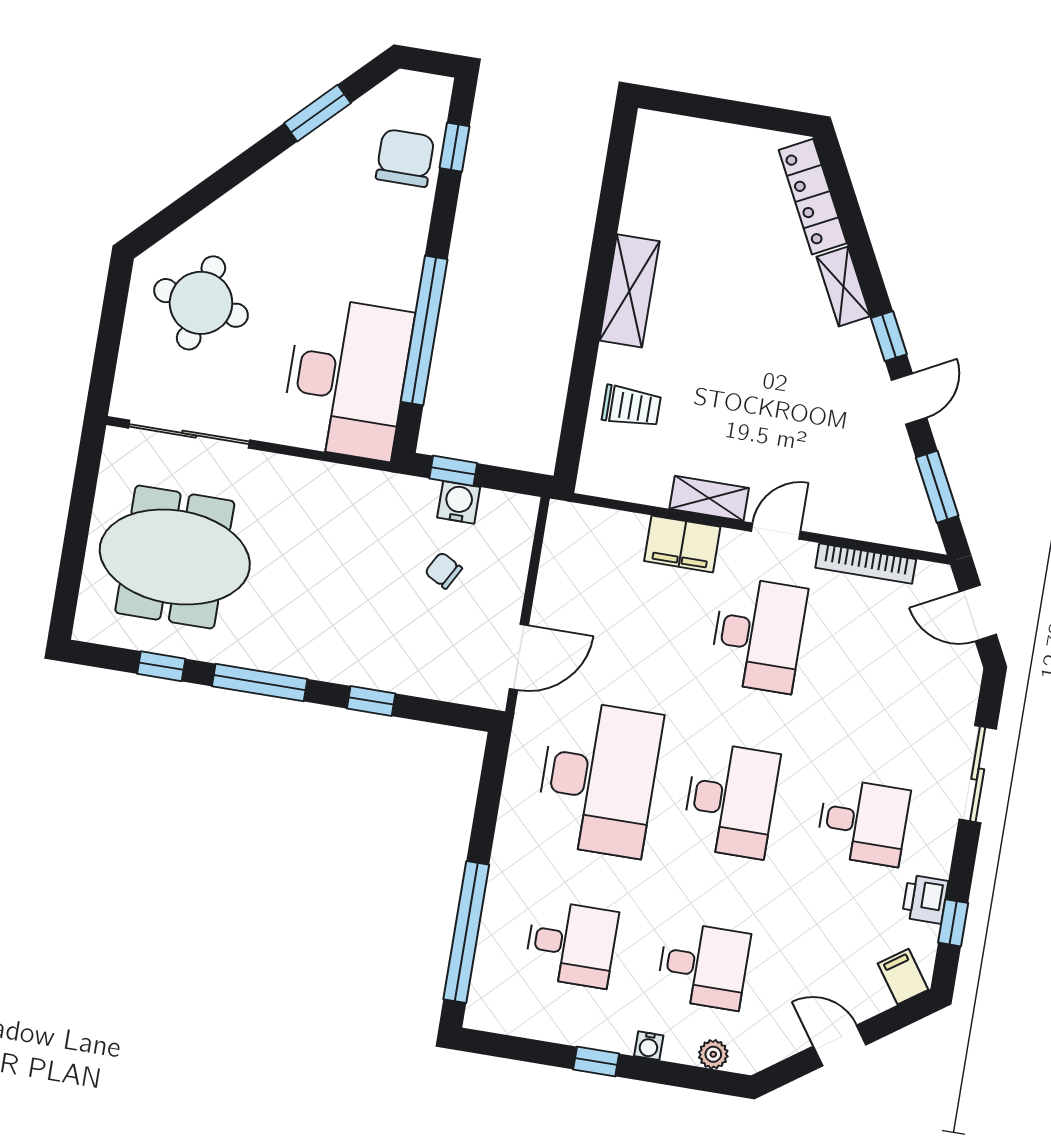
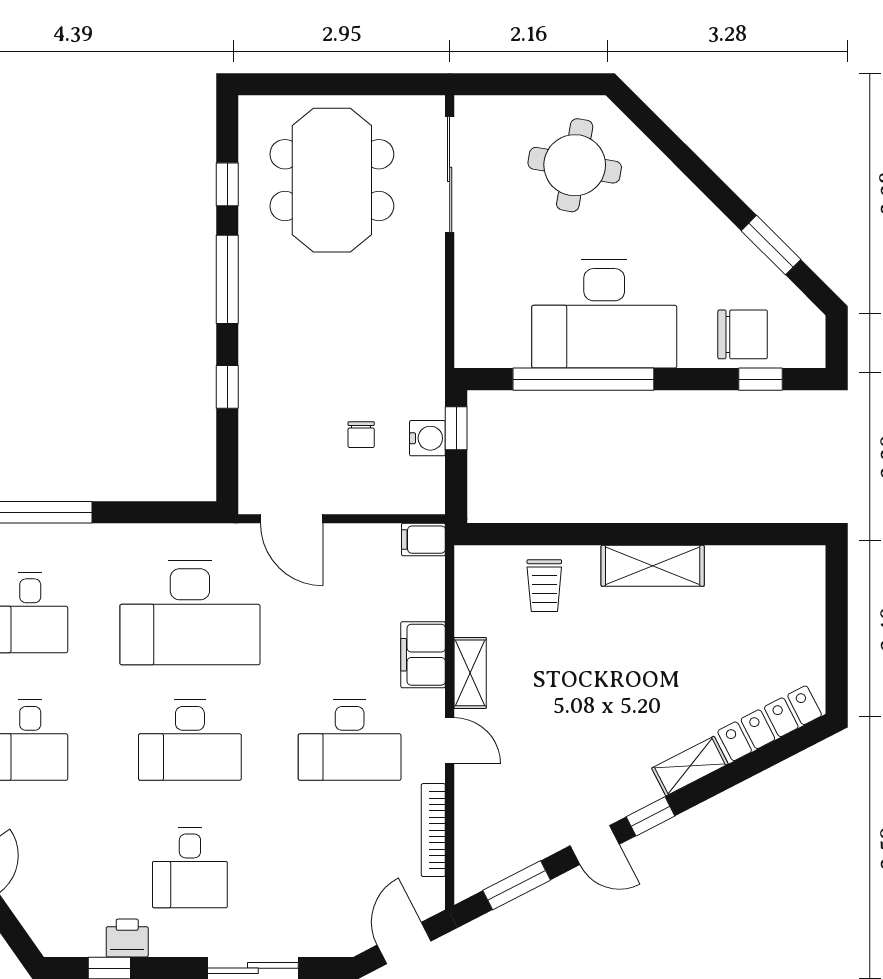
desk: (347, 378) -> (604, 314), moved
chair: (443, 570) -> (361, 435), turned 151
filing cabinet: (903, 977) -> (423, 540), moved, turned -145

